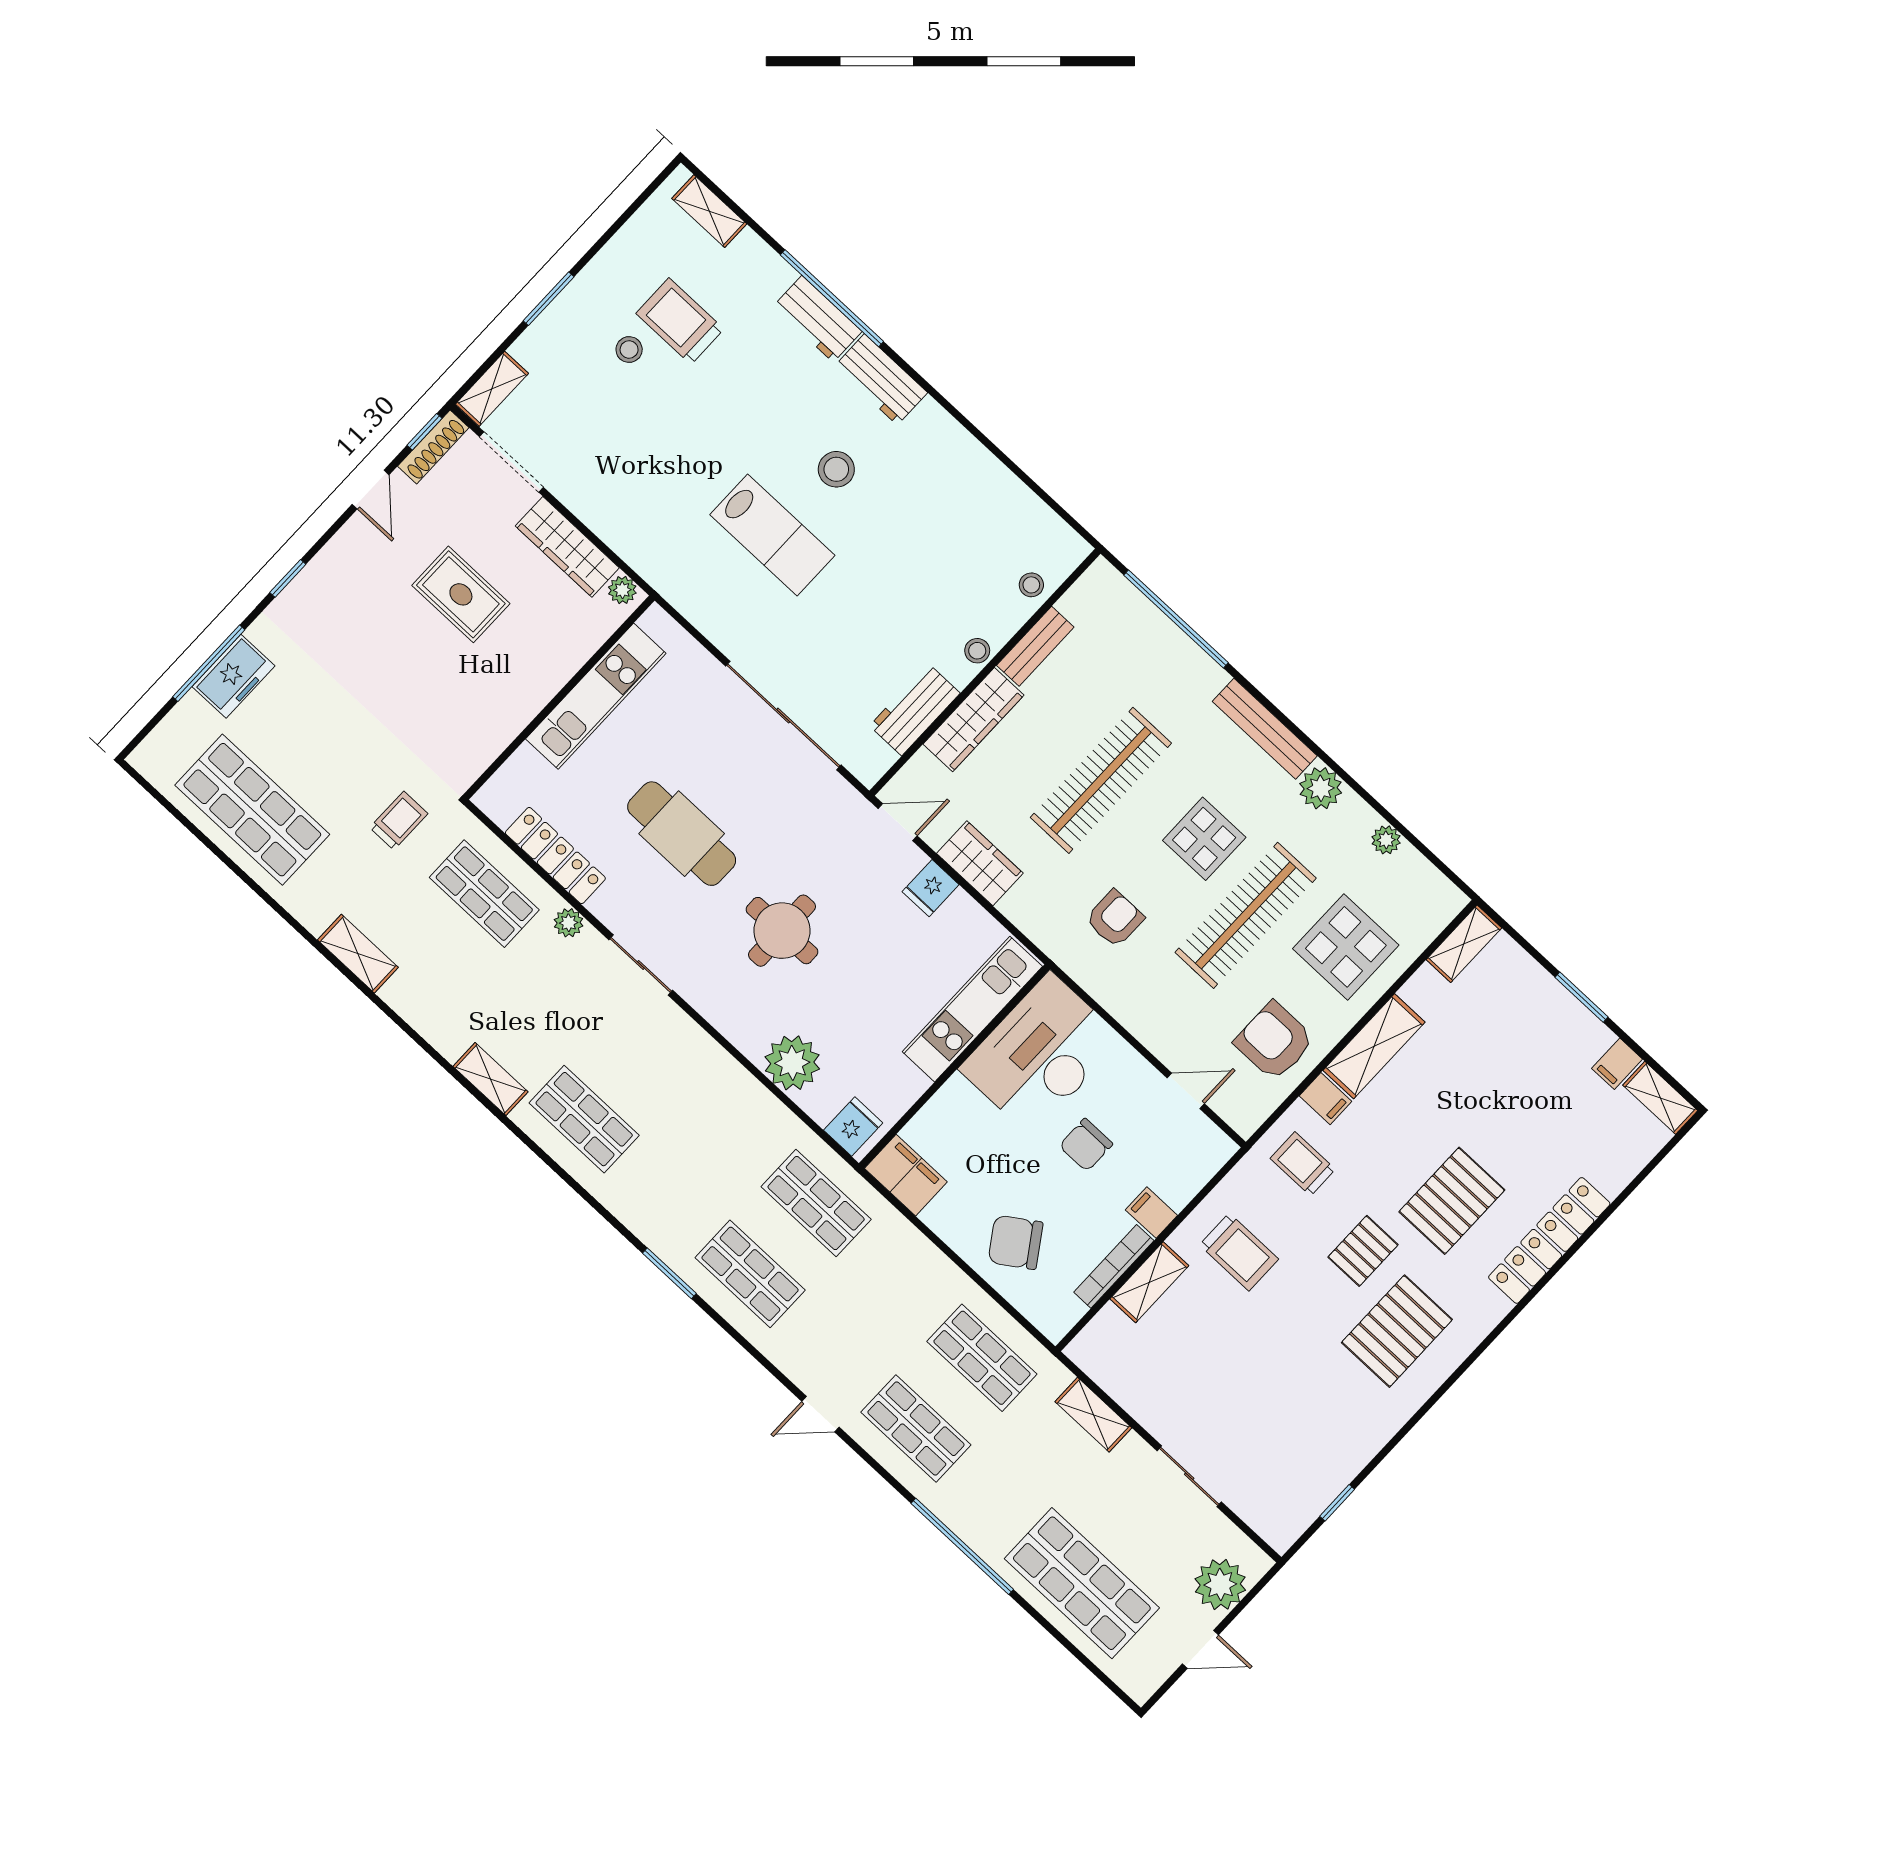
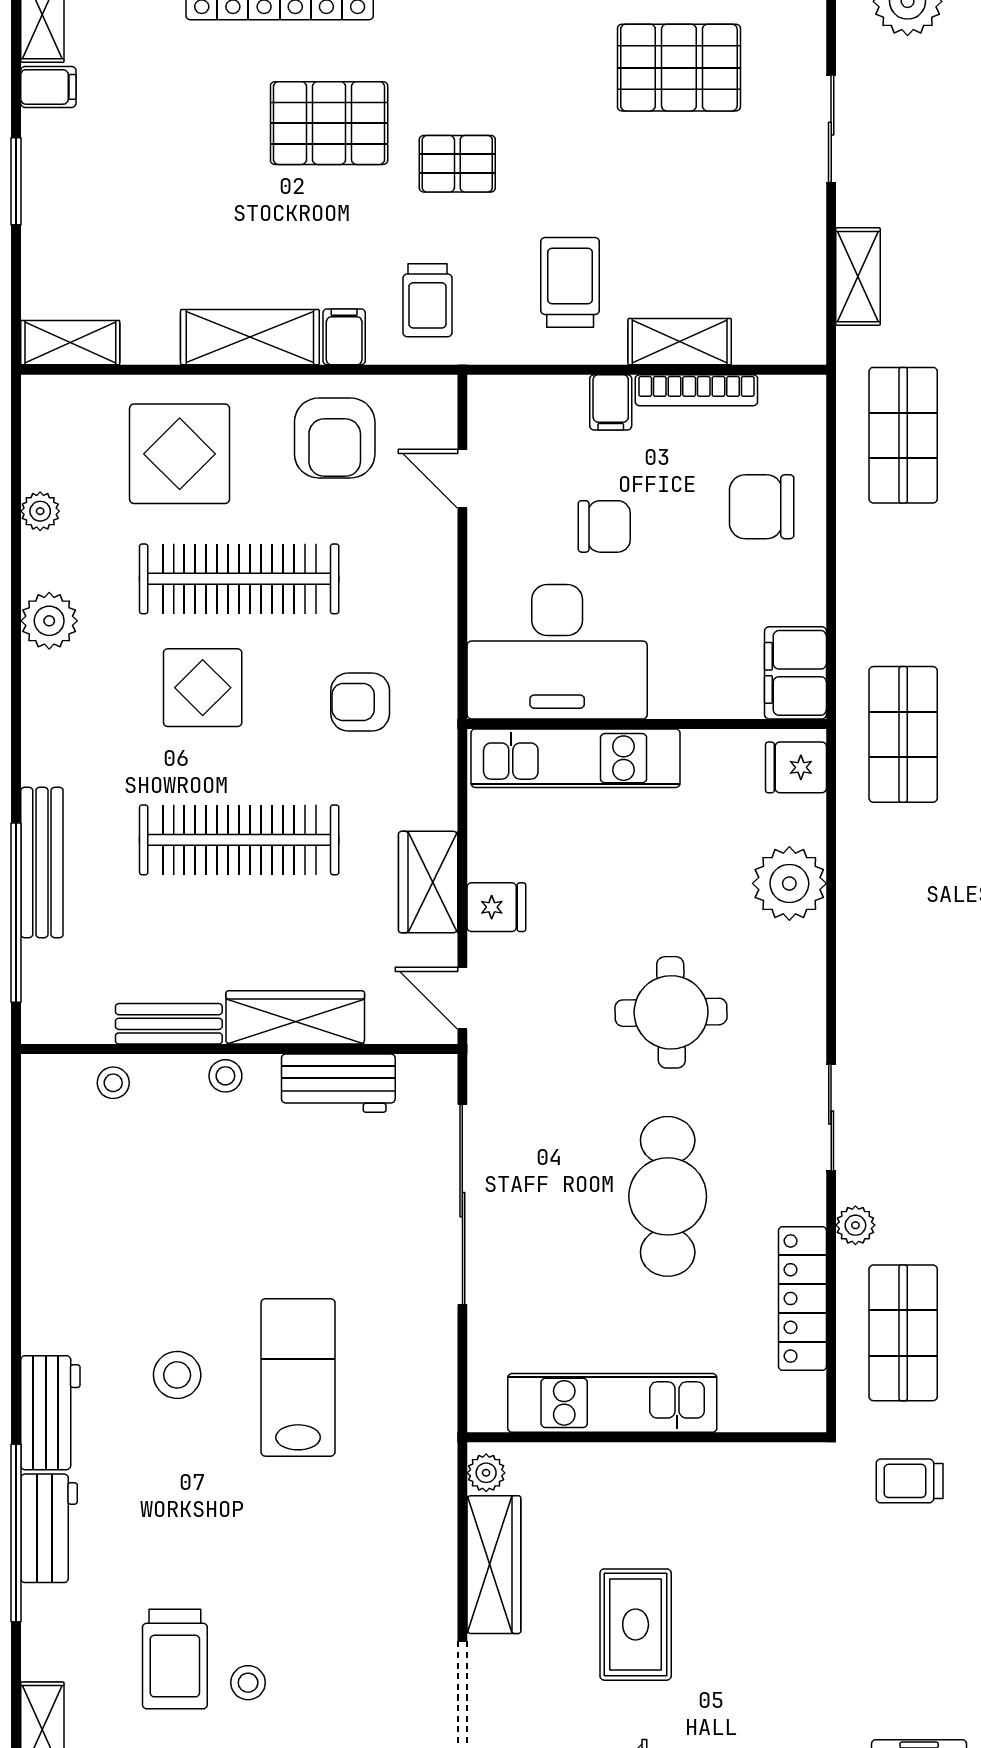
bench: (1265, 729) -> (42, 862), moved
chair: (1015, 1242) -> (762, 507), turned 124
pallet: (1397, 1331) -> (679, 68), moved

